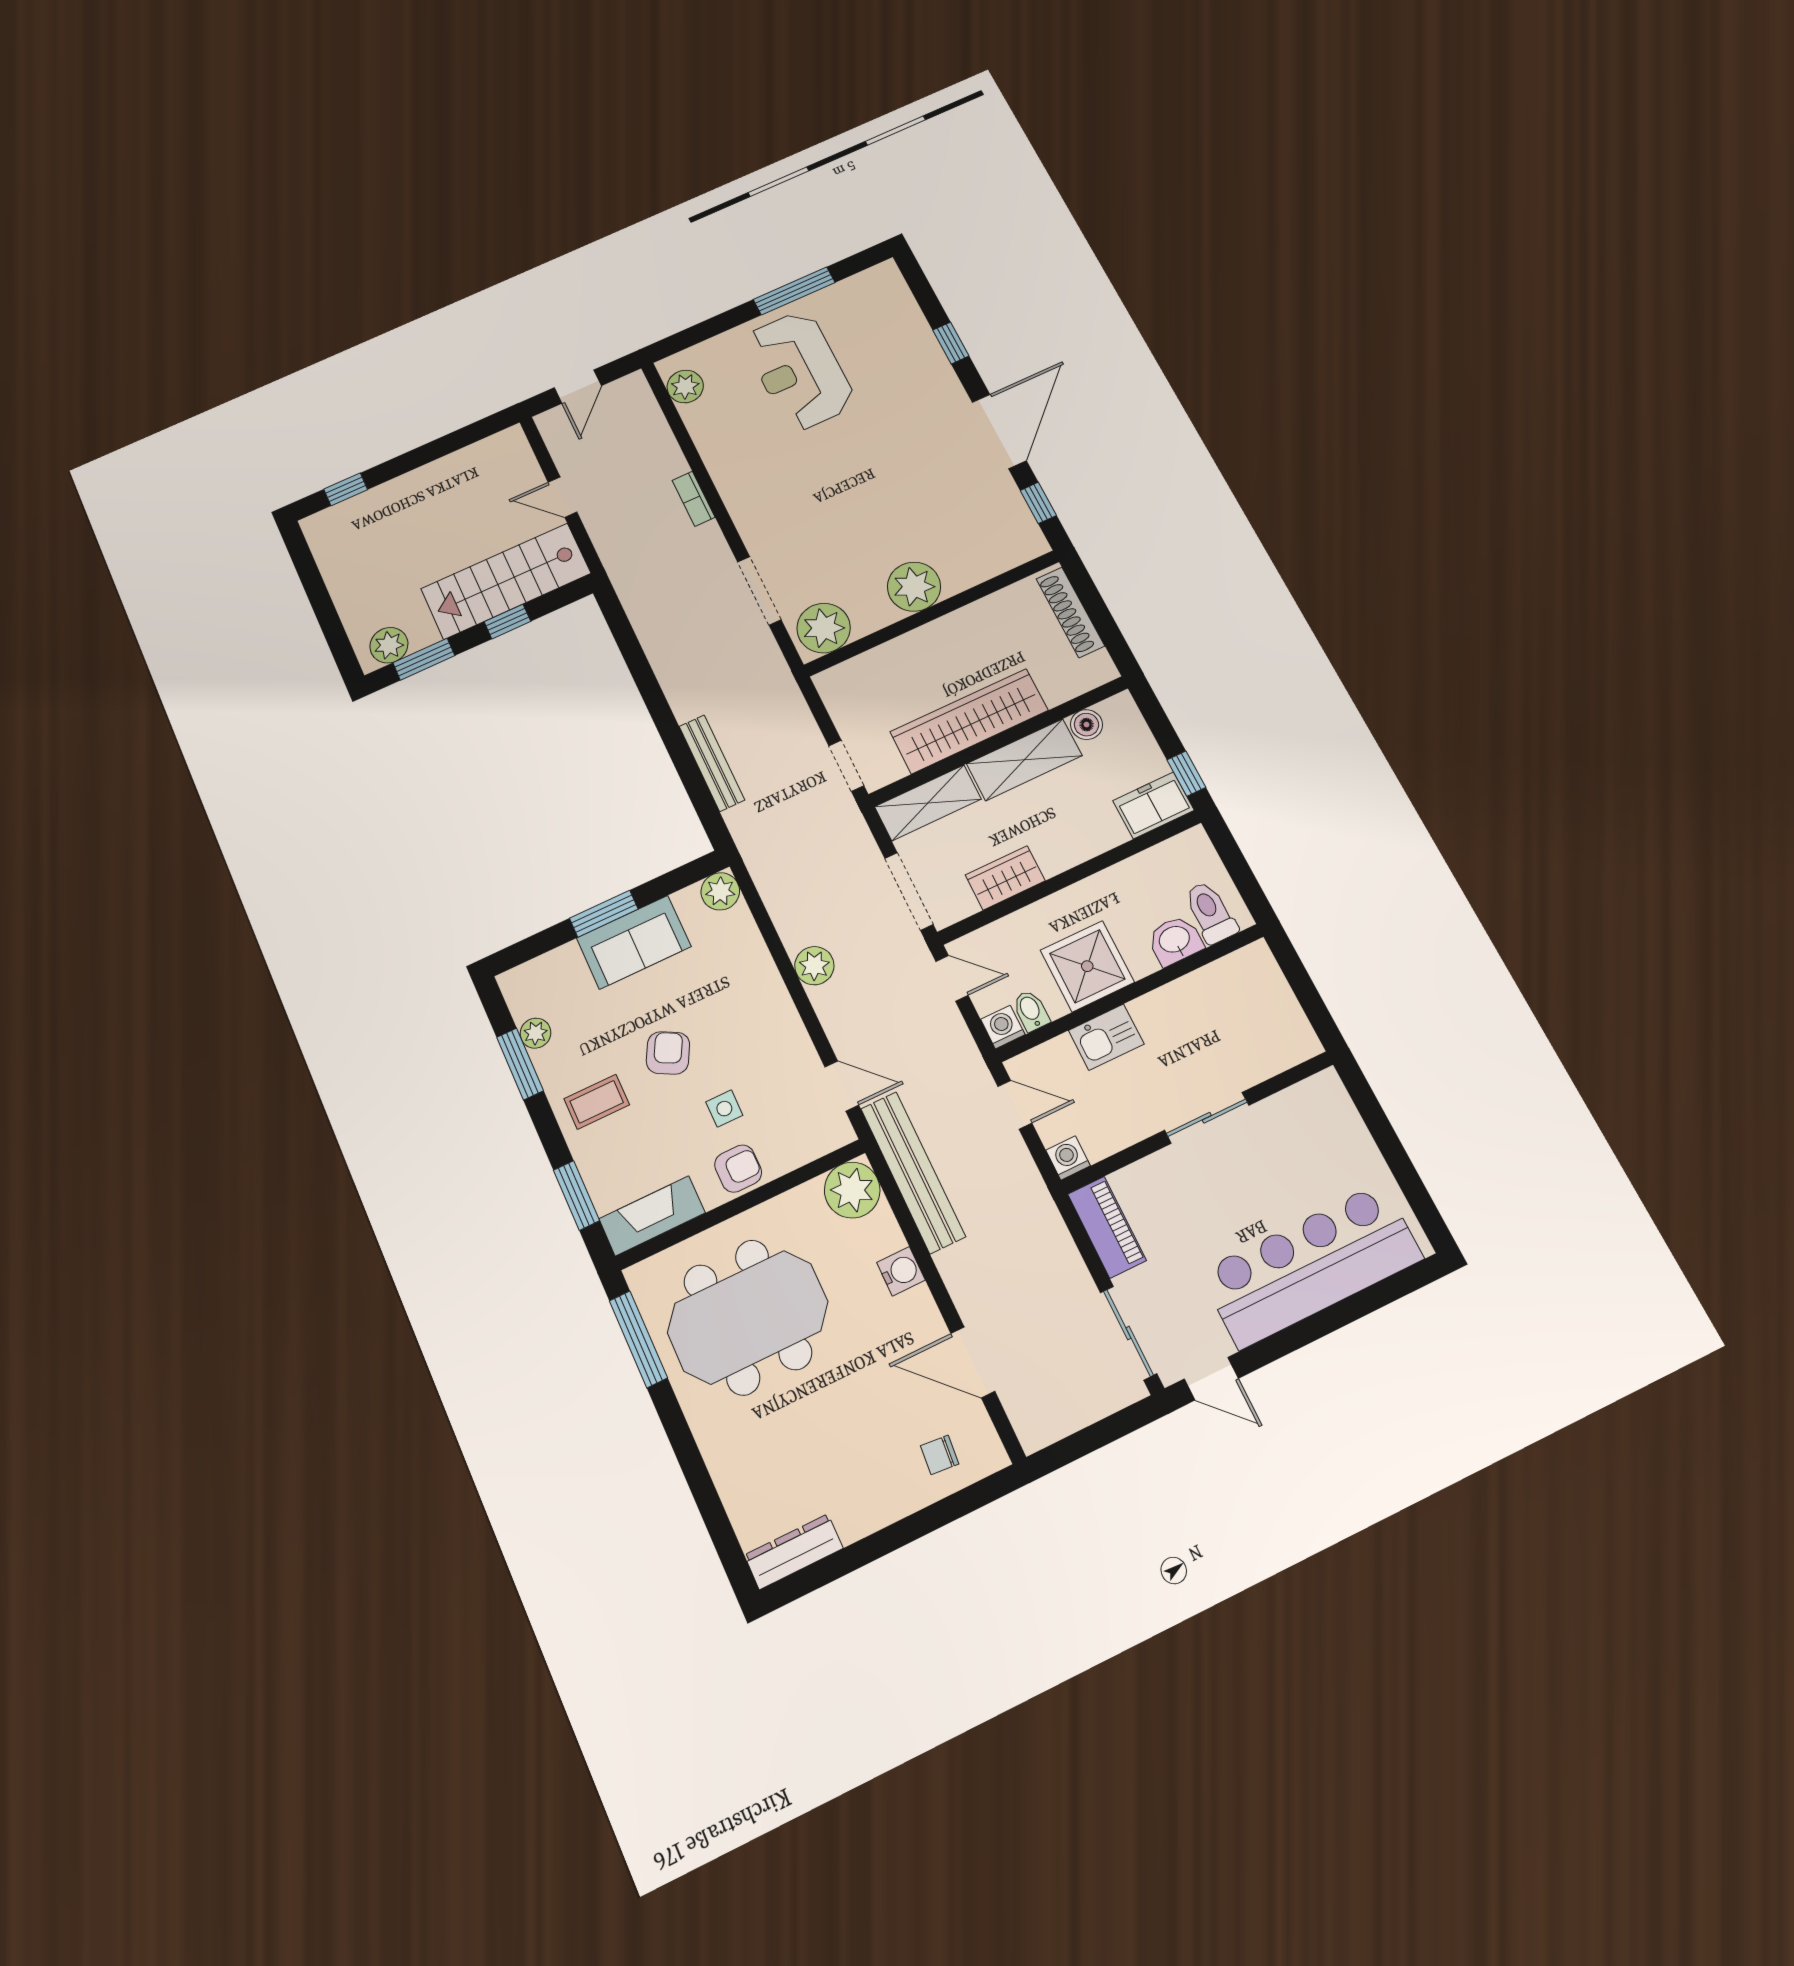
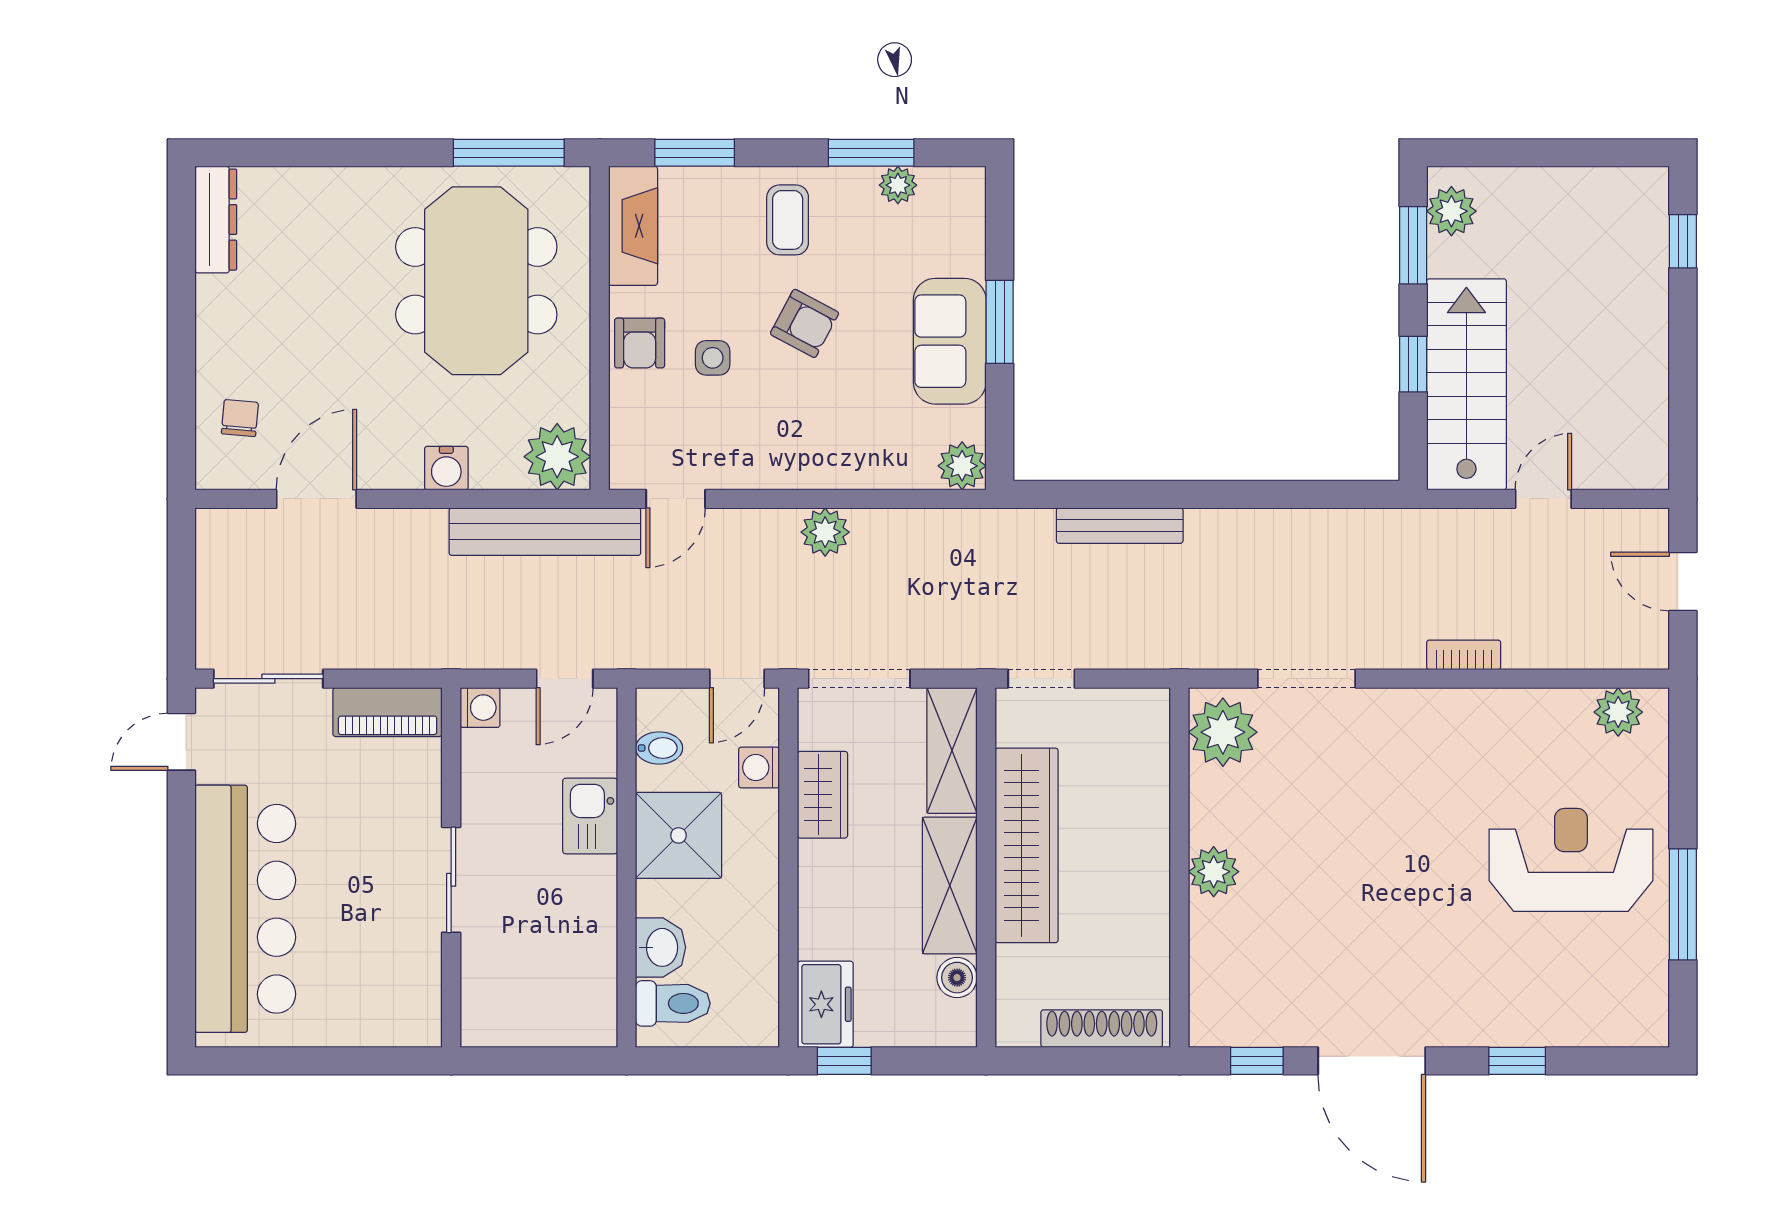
plant: (914, 587) -> (1214, 872), width x0.73, depth x0.73
washing machine: (1003, 1027) -> (759, 768), moved, turned 180

